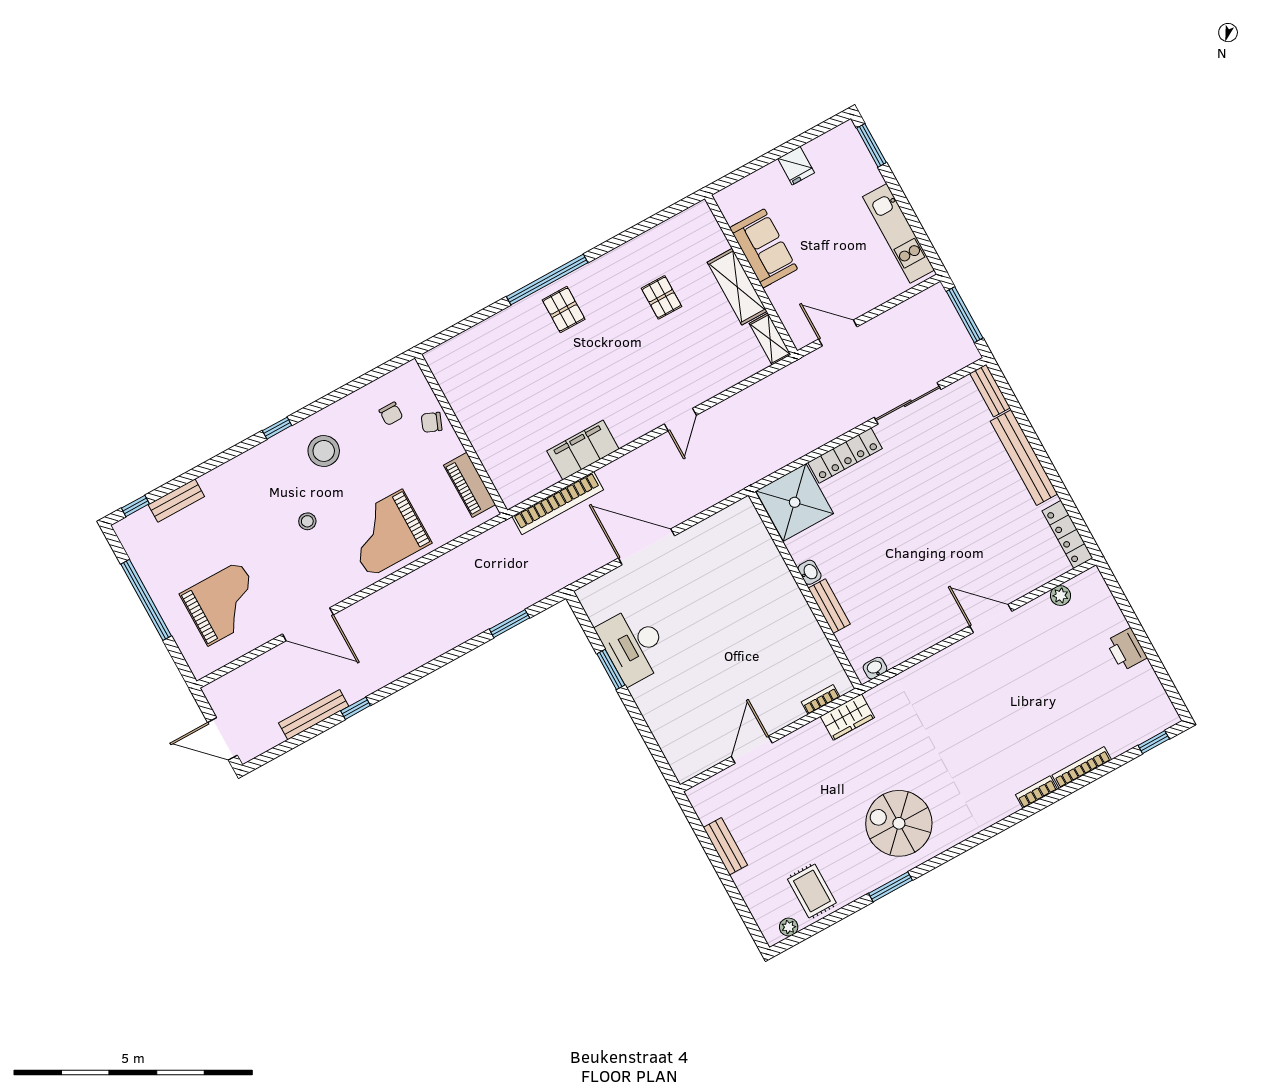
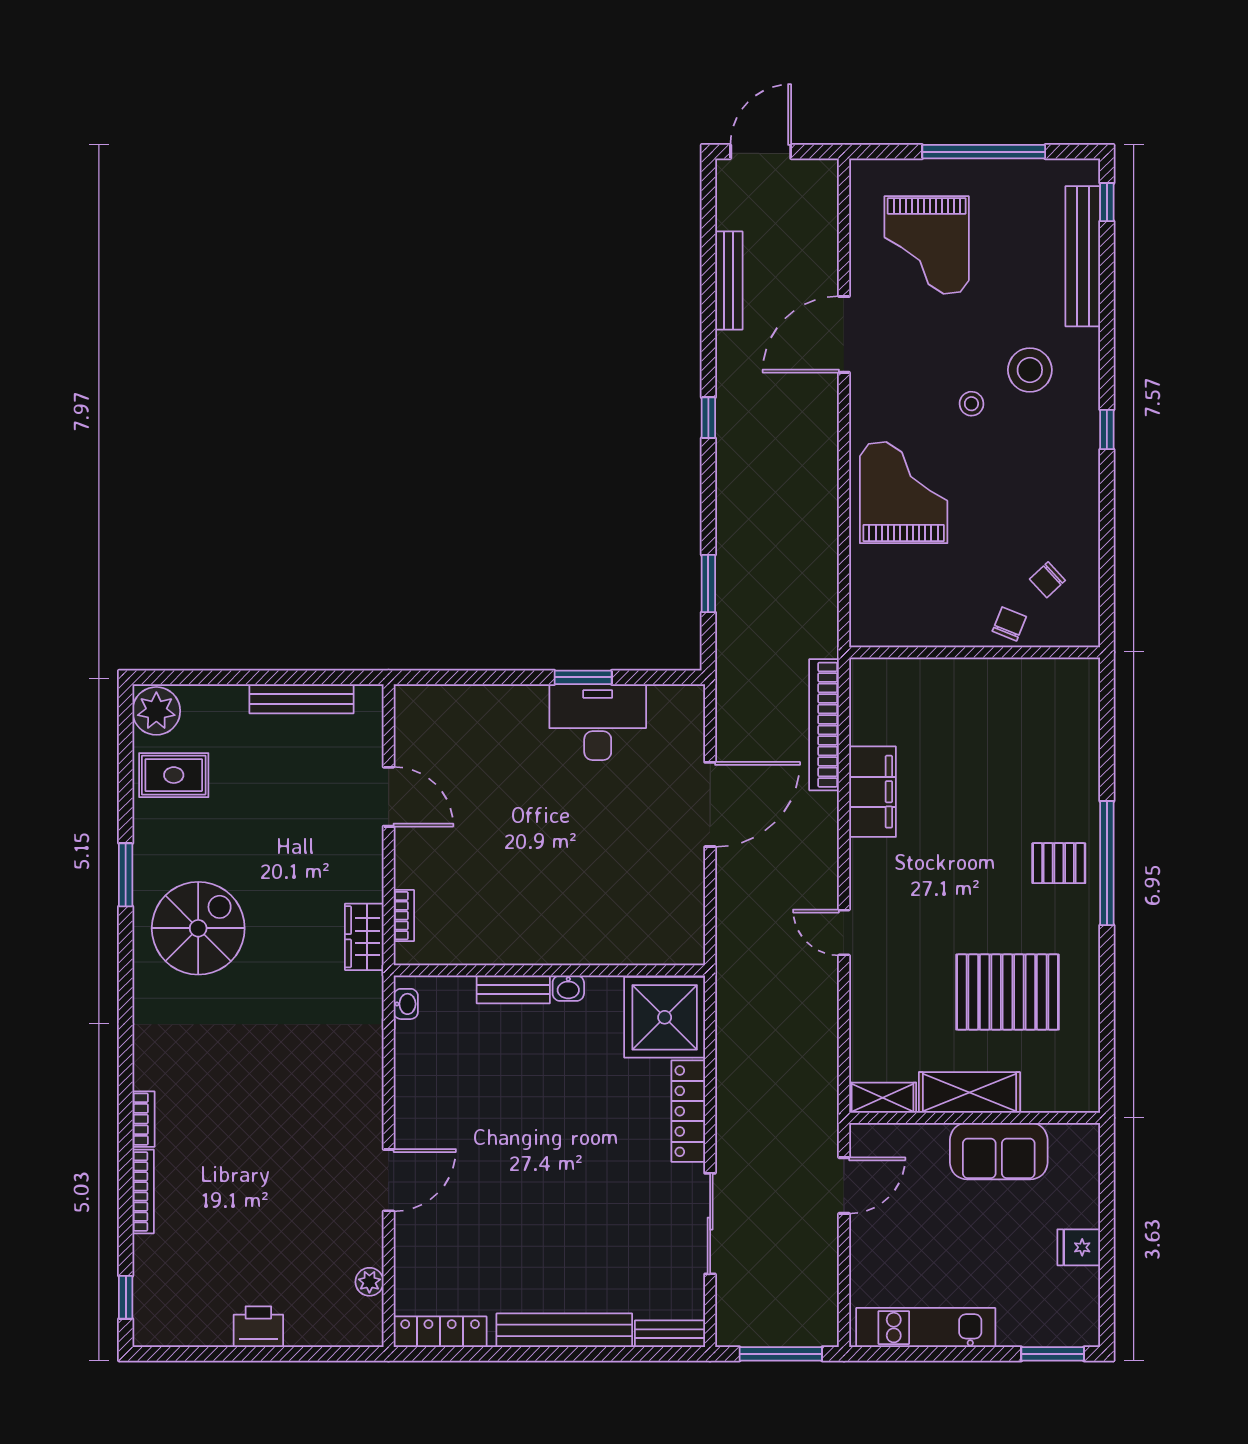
pallet: (661, 297) -> (1008, 992), width x2.05, depth x2.00
chair: (391, 414) -> (1047, 580), turned -43
stool: (324, 451) -> (1030, 370), moved
piano: (470, 485) -> (906, 628), removed
bench: (176, 501) -> (1083, 256), width x1.86, depth x1.21
window: (356, 708) -> (708, 418), moved
bench: (725, 846) -> (302, 699), width x1.36
plant: (789, 927) -> (156, 711), width x1.88, depth x1.88

